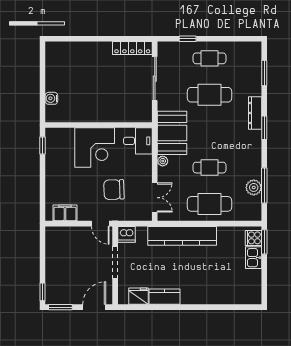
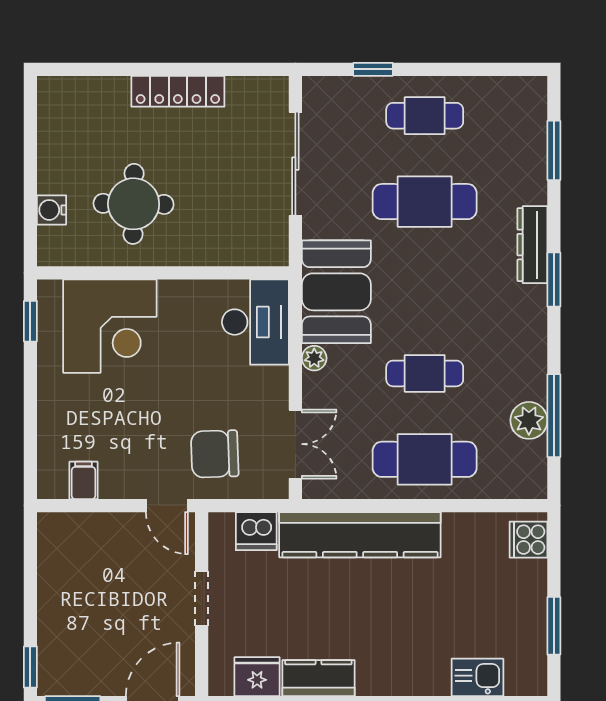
locker: (132, 48) -> (178, 91), moved
round table: (86, 96) -> (134, 204), added
desk: (138, 141) -> (255, 322), width x1.37
corner desk: (95, 148) -> (110, 326), moved
chair: (114, 190) -> (215, 454), moved
filing cabinet: (65, 213) -> (84, 480), width x0.50
dishwasher: (126, 234) -> (256, 531), moved
window: (264, 242) -> (554, 626), moved
kitchen sink: (254, 258) -> (477, 677), moved, turned 90
doorway: (115, 263) -> (202, 598), width x0.73

